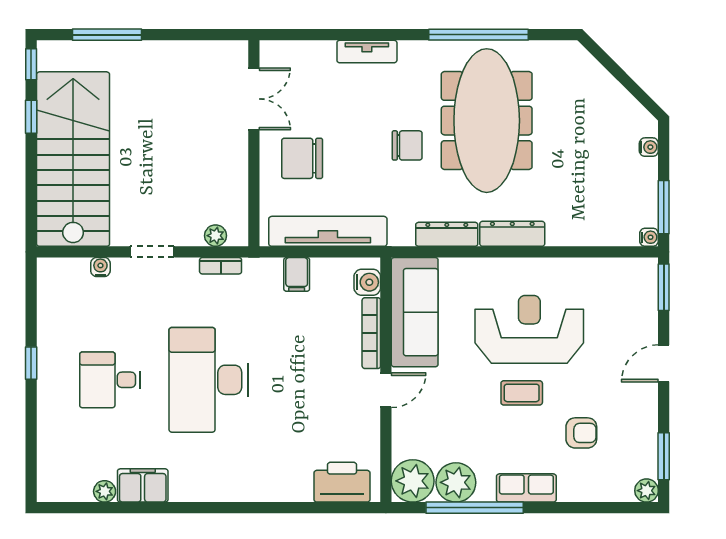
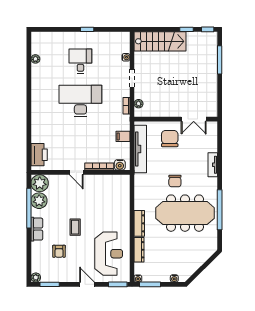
stairs: (73, 159) -> (160, 41), width x0.73, depth x0.66
dresser: (447, 234) -> (139, 250), moved
sofa: (415, 312) -> (108, 184), removed
reception desk: (529, 329) -> (109, 254), moved
filing cabinet: (143, 485) -> (38, 74), removed

